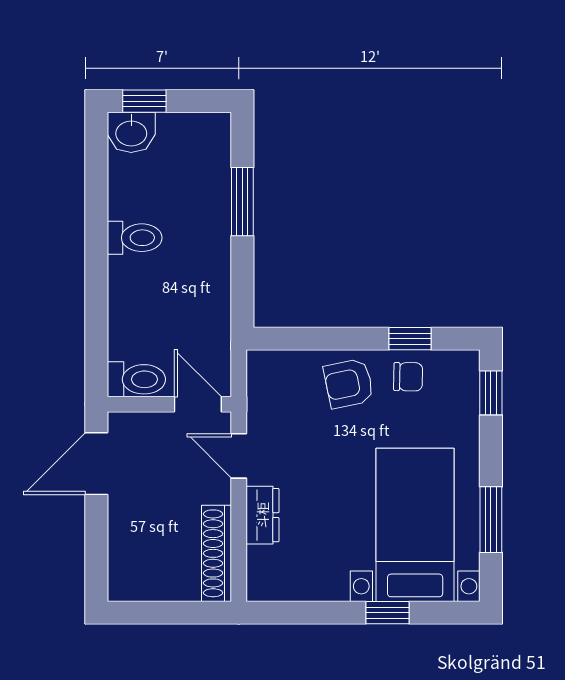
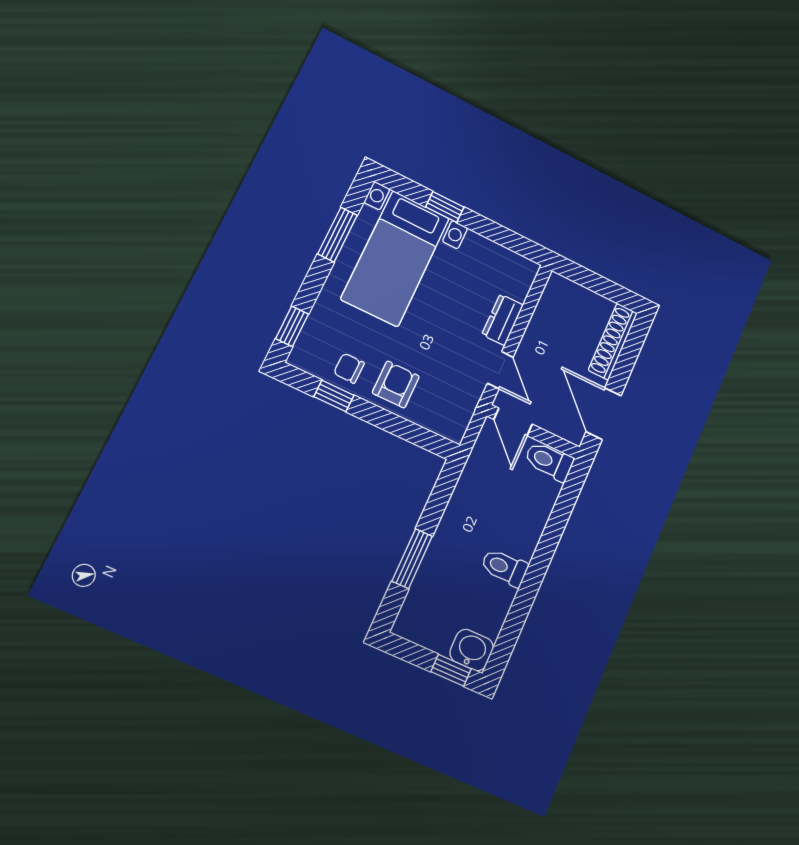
armchair: (349, 383) -> (396, 384), turned -78
door: (96, 464) -> (604, 414), swing flipped
shoe rack: (217, 553) -> (613, 342), moved, turned 180

